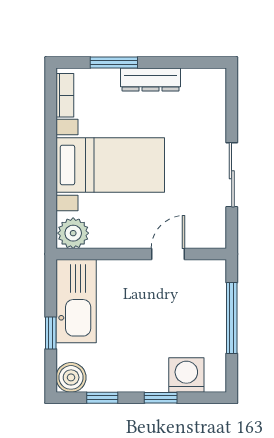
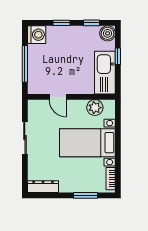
dresser: (151, 79) -> (43, 187), moved
plant: (73, 233) -> (95, 108), moved
door: (168, 254) -> (58, 97), hinge flipped
washing machine: (186, 375) -> (37, 35), moved, turned -90

